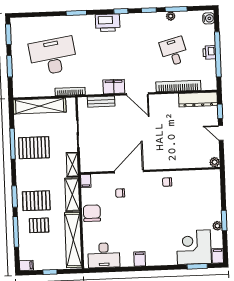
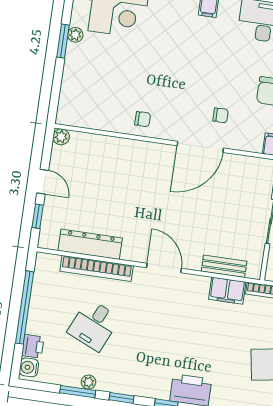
desk: (174, 51) -> (94, 325), turned 39
printer: (209, 52) -> (33, 346), moved
filing cabinet: (114, 87) -> (227, 291), moved
dresser: (198, 100) -> (90, 244), moved

